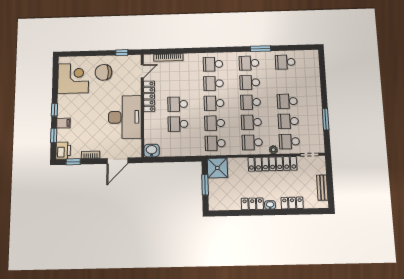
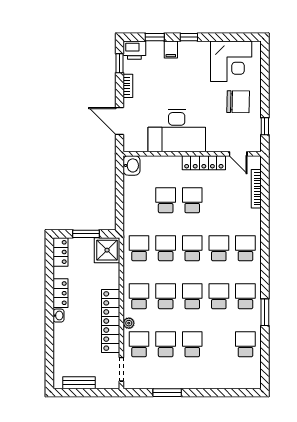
chair: (103, 72) -> (238, 102), turned 91
locker: (292, 203) -> (61, 252), moved

